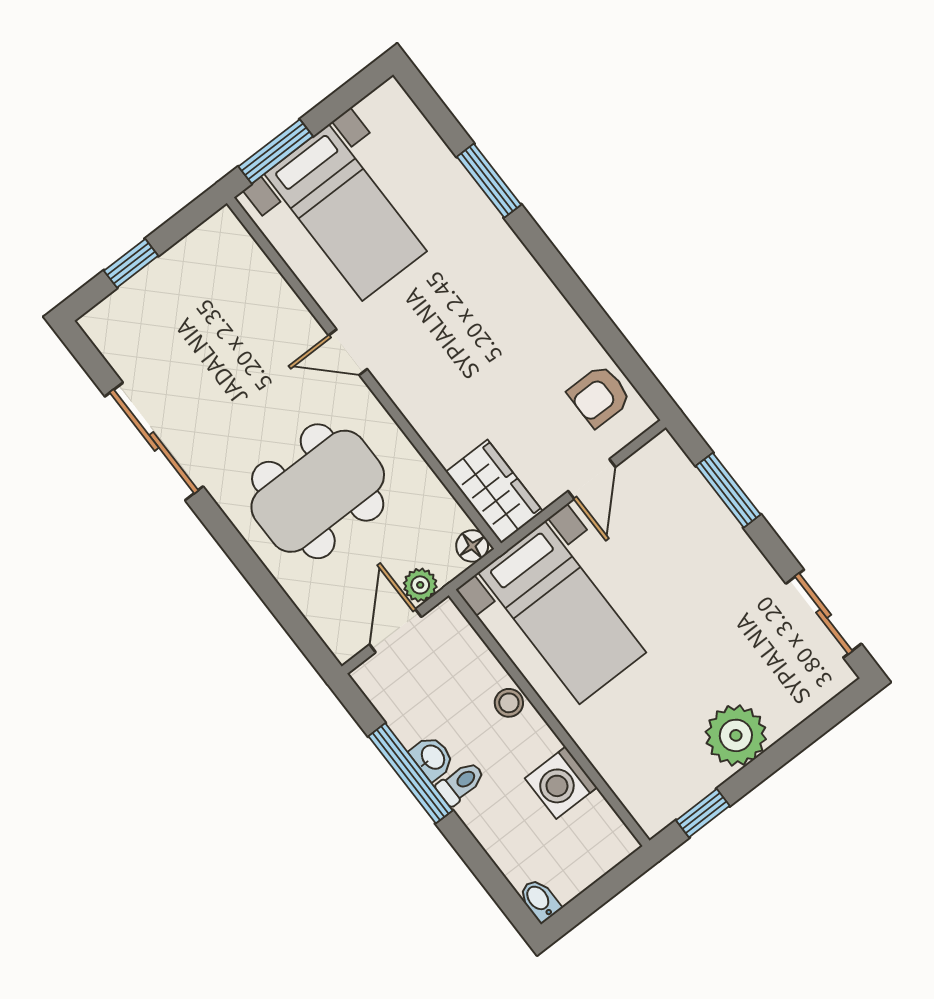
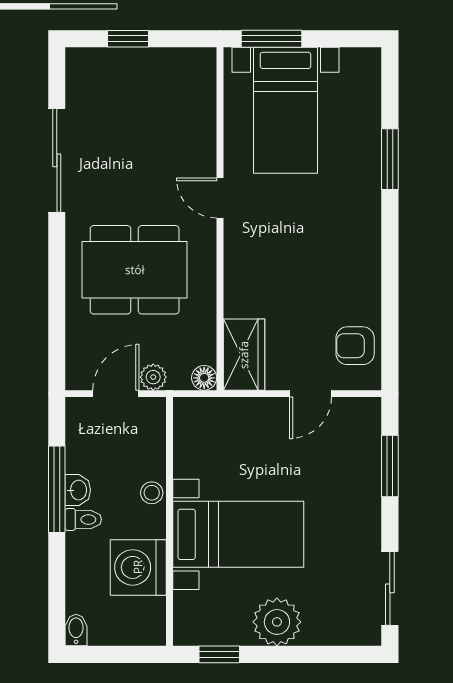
bed with nightstands: (562, 613) -> (238, 534), moved, turned -90
washing machine: (561, 783) -> (138, 567), width x1.37, depth x1.37

